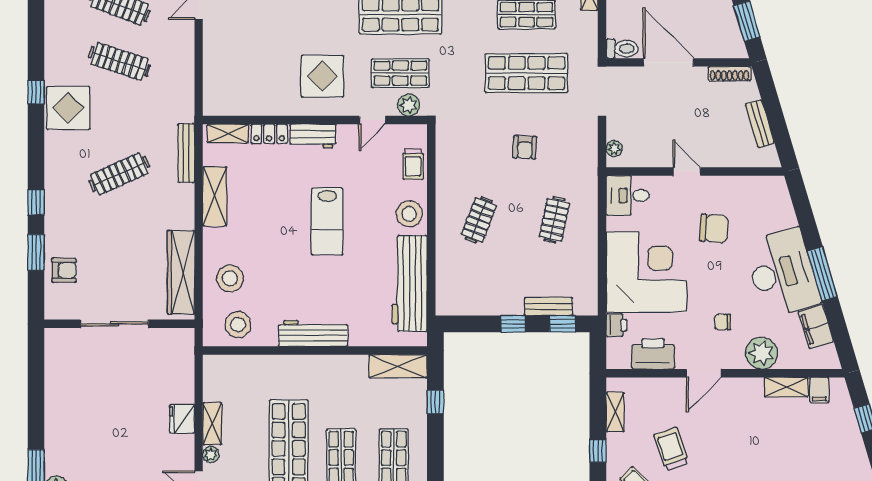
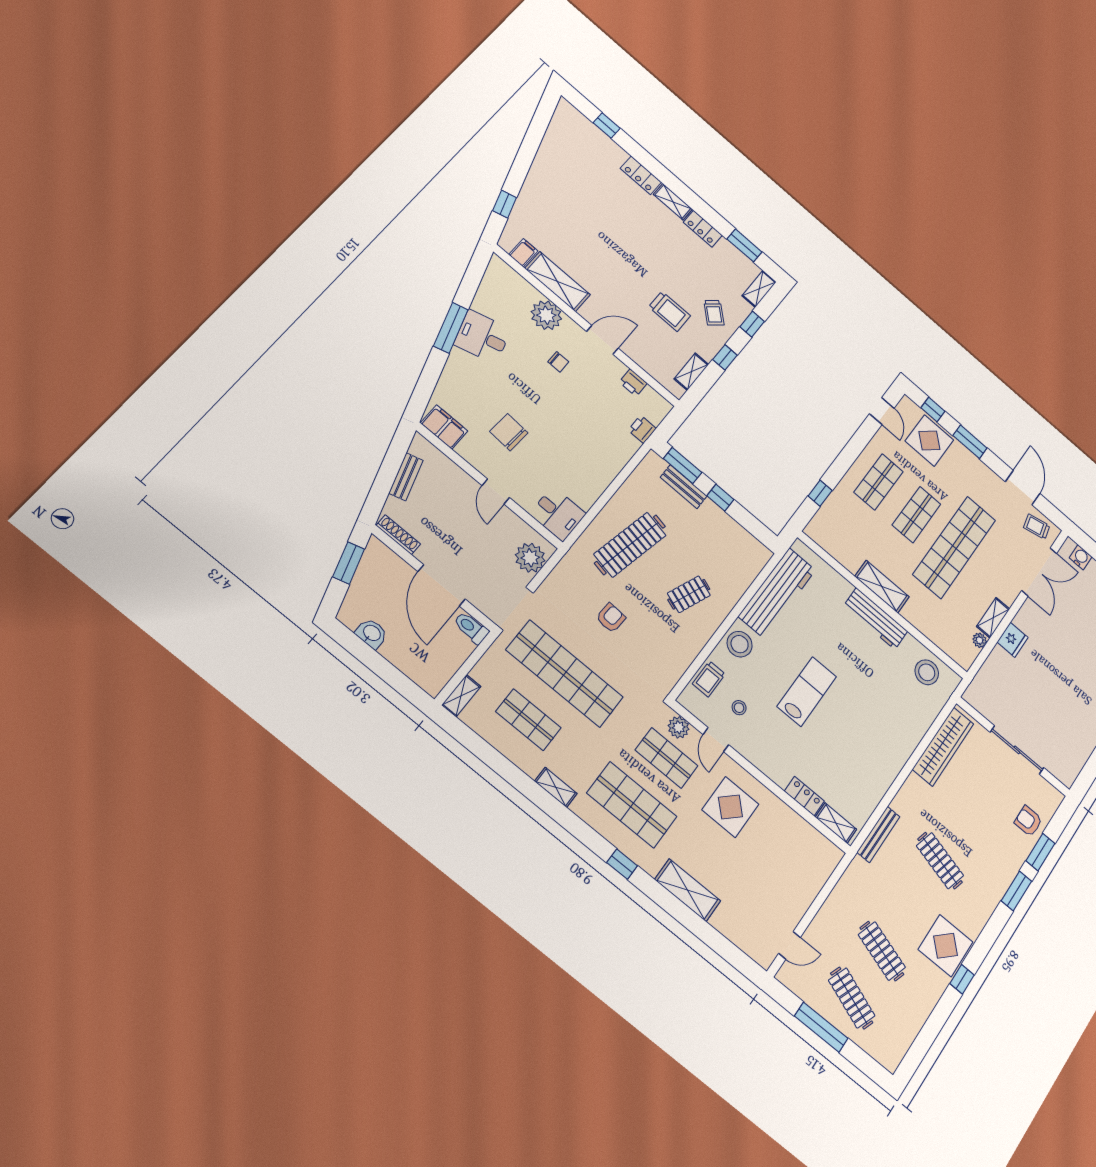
shop shelf: (527, 73) -> (565, 674), width x1.40
door: (372, 120) -> (716, 740), swing flipped
workbench: (313, 136) -> (771, 766), removed
plant: (614, 149) -> (530, 558), width x1.88, depth x1.88
trolley: (413, 164) -> (709, 679), turned 180
clothes rail: (119, 174) -> (940, 861), turned 39
shelving: (215, 196) -> (879, 783), removed
window: (36, 202) -> (1016, 891), width x1.50
clothes rail: (554, 220) -> (630, 545), width x1.86, depth x1.31
corner desk: (646, 272) -> (588, 447), removed
desk: (782, 273) -> (482, 337), width x0.53, depth x0.77
stool: (230, 278) -> (739, 708), moved, width x0.53, depth x0.53
window: (563, 324) -> (683, 465), width x1.50
filing cabinet: (816, 327) -> (444, 427), moved, turned -73
printer: (653, 354) -> (633, 383), width x0.53, depth x0.68
shelving: (398, 366) -> (882, 587), moved
shelving: (786, 387) -> (558, 282), width x1.50, depth x1.33
trolley: (671, 449) -> (669, 311), turned -71
plant: (211, 455) -> (980, 640), moved

